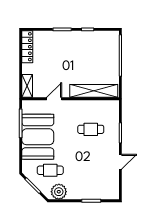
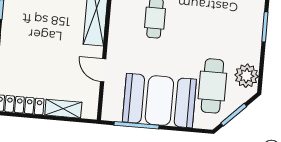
shelving: (27, 86) -> (63, 109), moved
cafe table: (50, 170) -> (212, 86), width x1.37, depth x1.35

